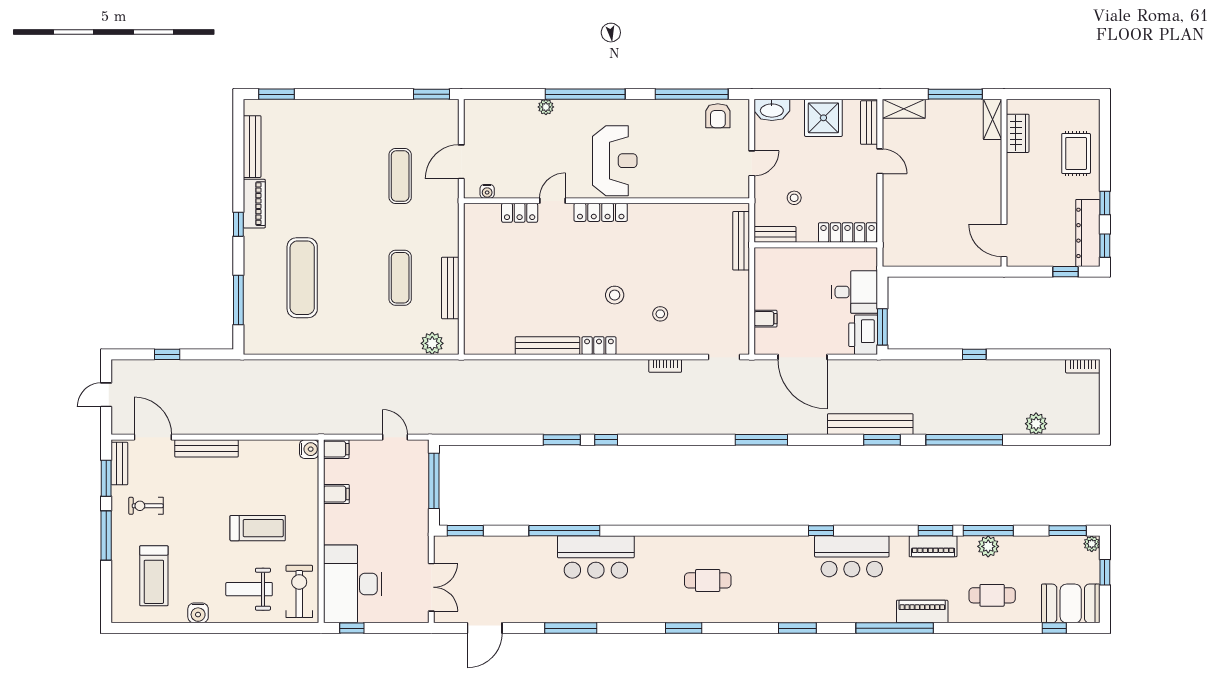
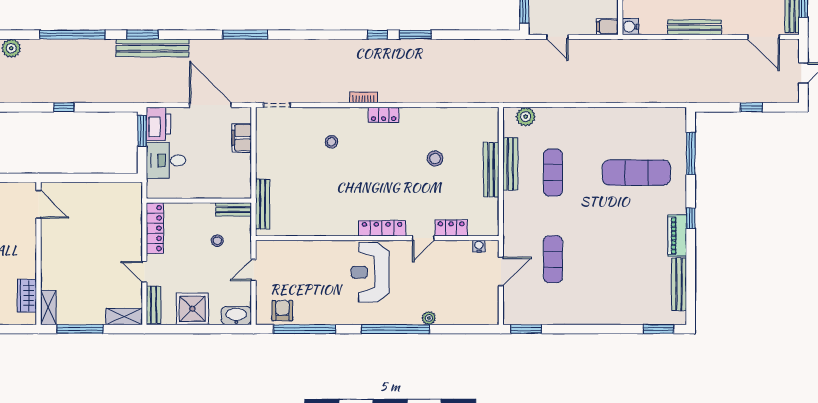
locker: (848, 233) -> (155, 228), moved, turned -90
exercise mat: (302, 278) -> (636, 173), turned 90
stool: (615, 295) -> (435, 158), moved
filing cabinet: (765, 319) -> (242, 138), width x2.00
bench: (547, 346) -> (491, 170), moved, turned 90
bookcase: (665, 366) -> (364, 97), moved
bench: (206, 448) -> (694, 27), moved

